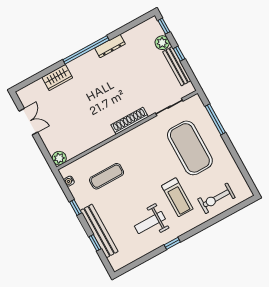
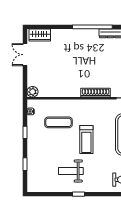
wardrobe: (57, 78) -> (40, 35), moved
double door: (28, 122) -> (25, 55), swing flipped
treadmill: (177, 197) -> (86, 140), moved
bench: (99, 231) -> (32, 158), removed

